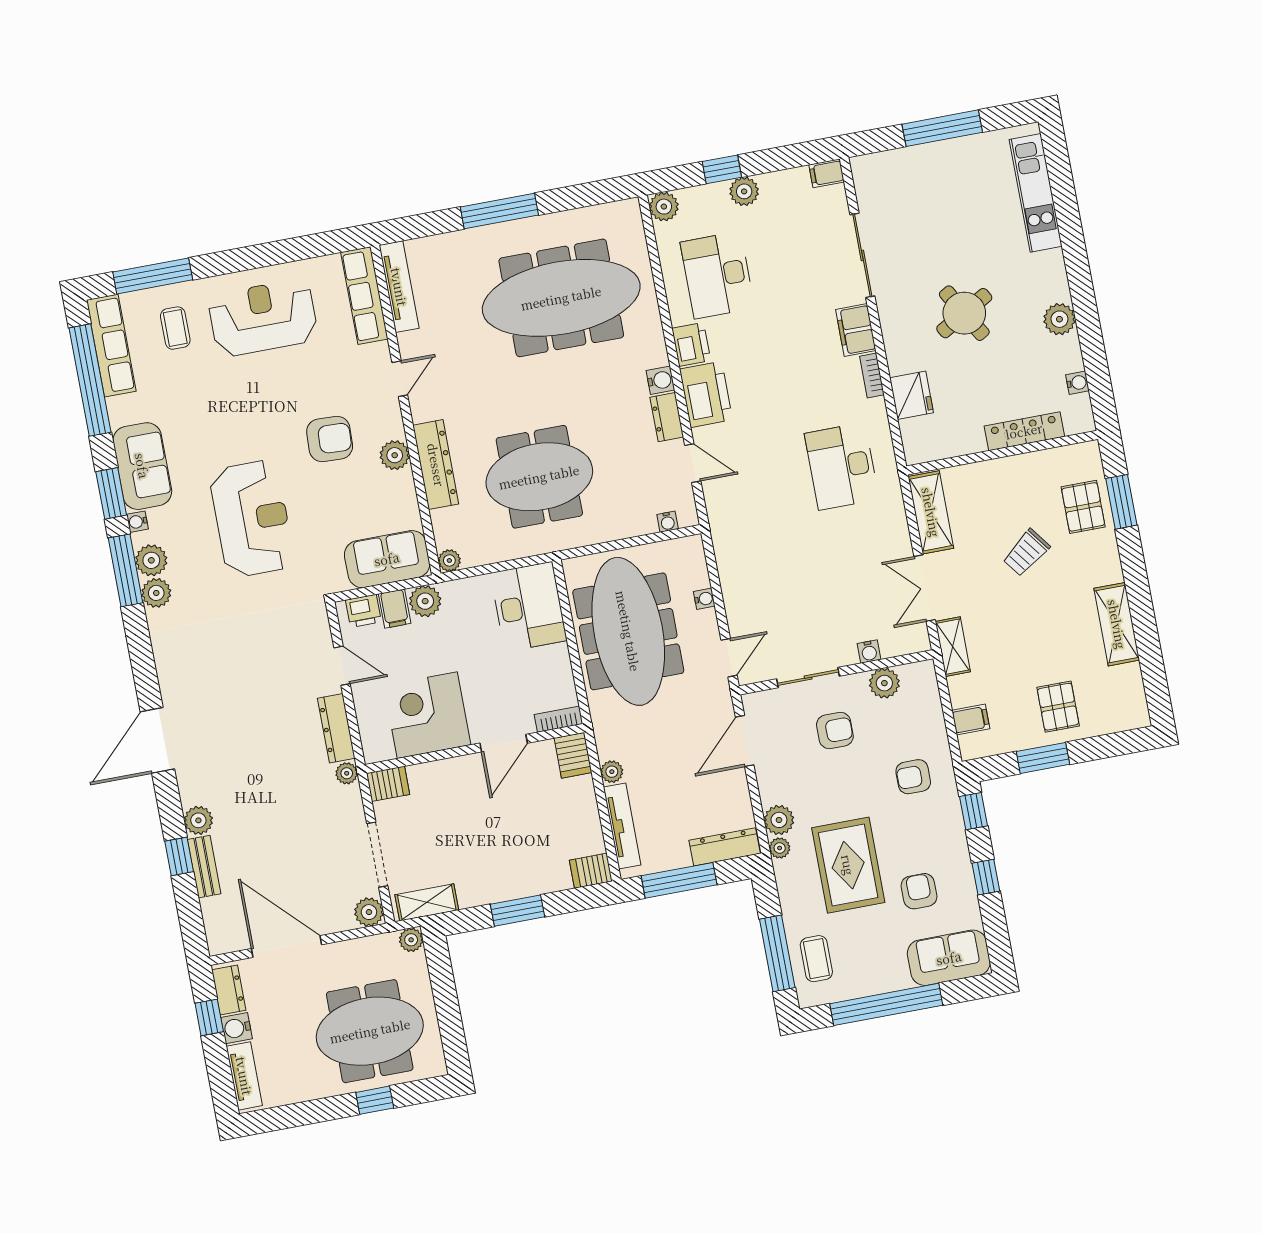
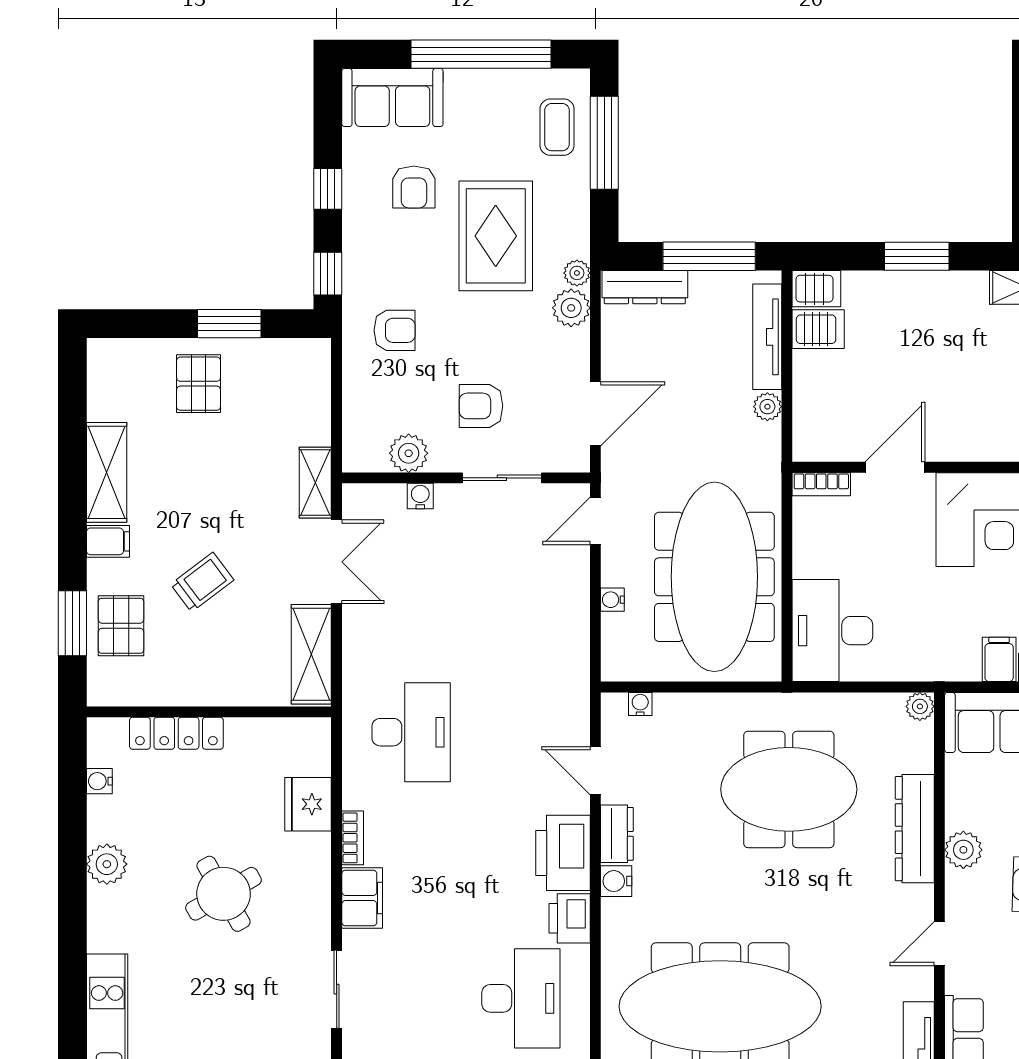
sliding door: (862, 255) -> (337, 989), width x0.73
plant: (425, 601) -> (959, 662), removed
filing cabinet: (971, 720) -> (108, 541), moved, turned 180
server rack: (573, 755) -> (818, 329), moved, turned 90

